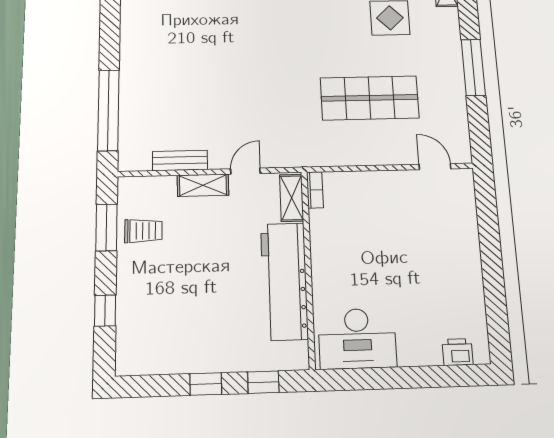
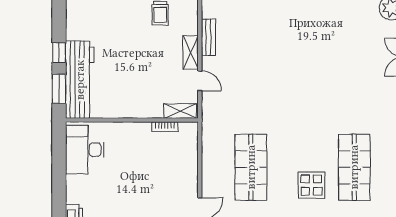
bookcase: (315, 190) -> (165, 127), moved
workbench: (284, 281) -> (80, 80), moved, turned 90
window: (263, 382) -> (59, 89), width x1.50

